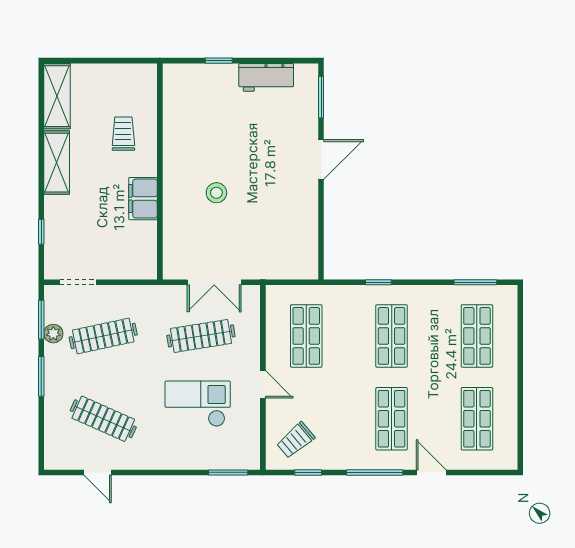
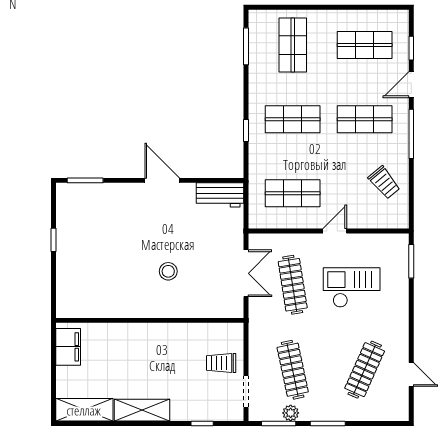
window: (219, 61) -> (53, 240), moved
workbench: (266, 77) -> (220, 195), moved, turned 90
trolley: (123, 134) -> (221, 363), moved
door: (321, 160) -> (162, 180), moved
filing cabinet: (143, 199) -> (68, 347), moved, turned -90
shop shelf: (477, 336) -> (293, 45), turned 90
checkout: (198, 404) -> (352, 288), turned 90
trolley: (296, 440) -> (384, 183), moved
door: (98, 472) -> (411, 375), hinge flipped
window: (308, 472) -> (411, 48), moved

